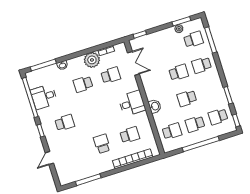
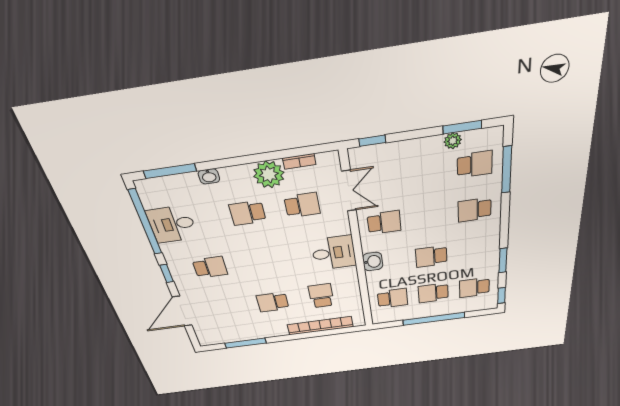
school desk: (179, 72) -> (384, 222), moved
school desk: (130, 135) -> (321, 296), turned -90
school desk: (102, 144) -> (273, 302), turned -90
door: (49, 158) -> (182, 311), width x1.87

